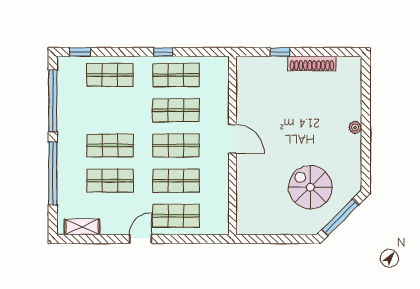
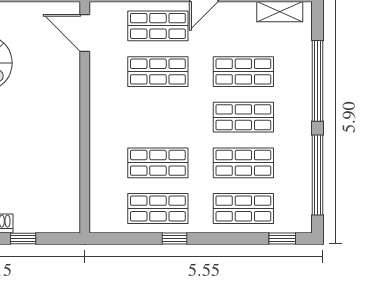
door: (232, 139) -> (85, 33), moved
shop shelf: (176, 145) -> (243, 163), moved

